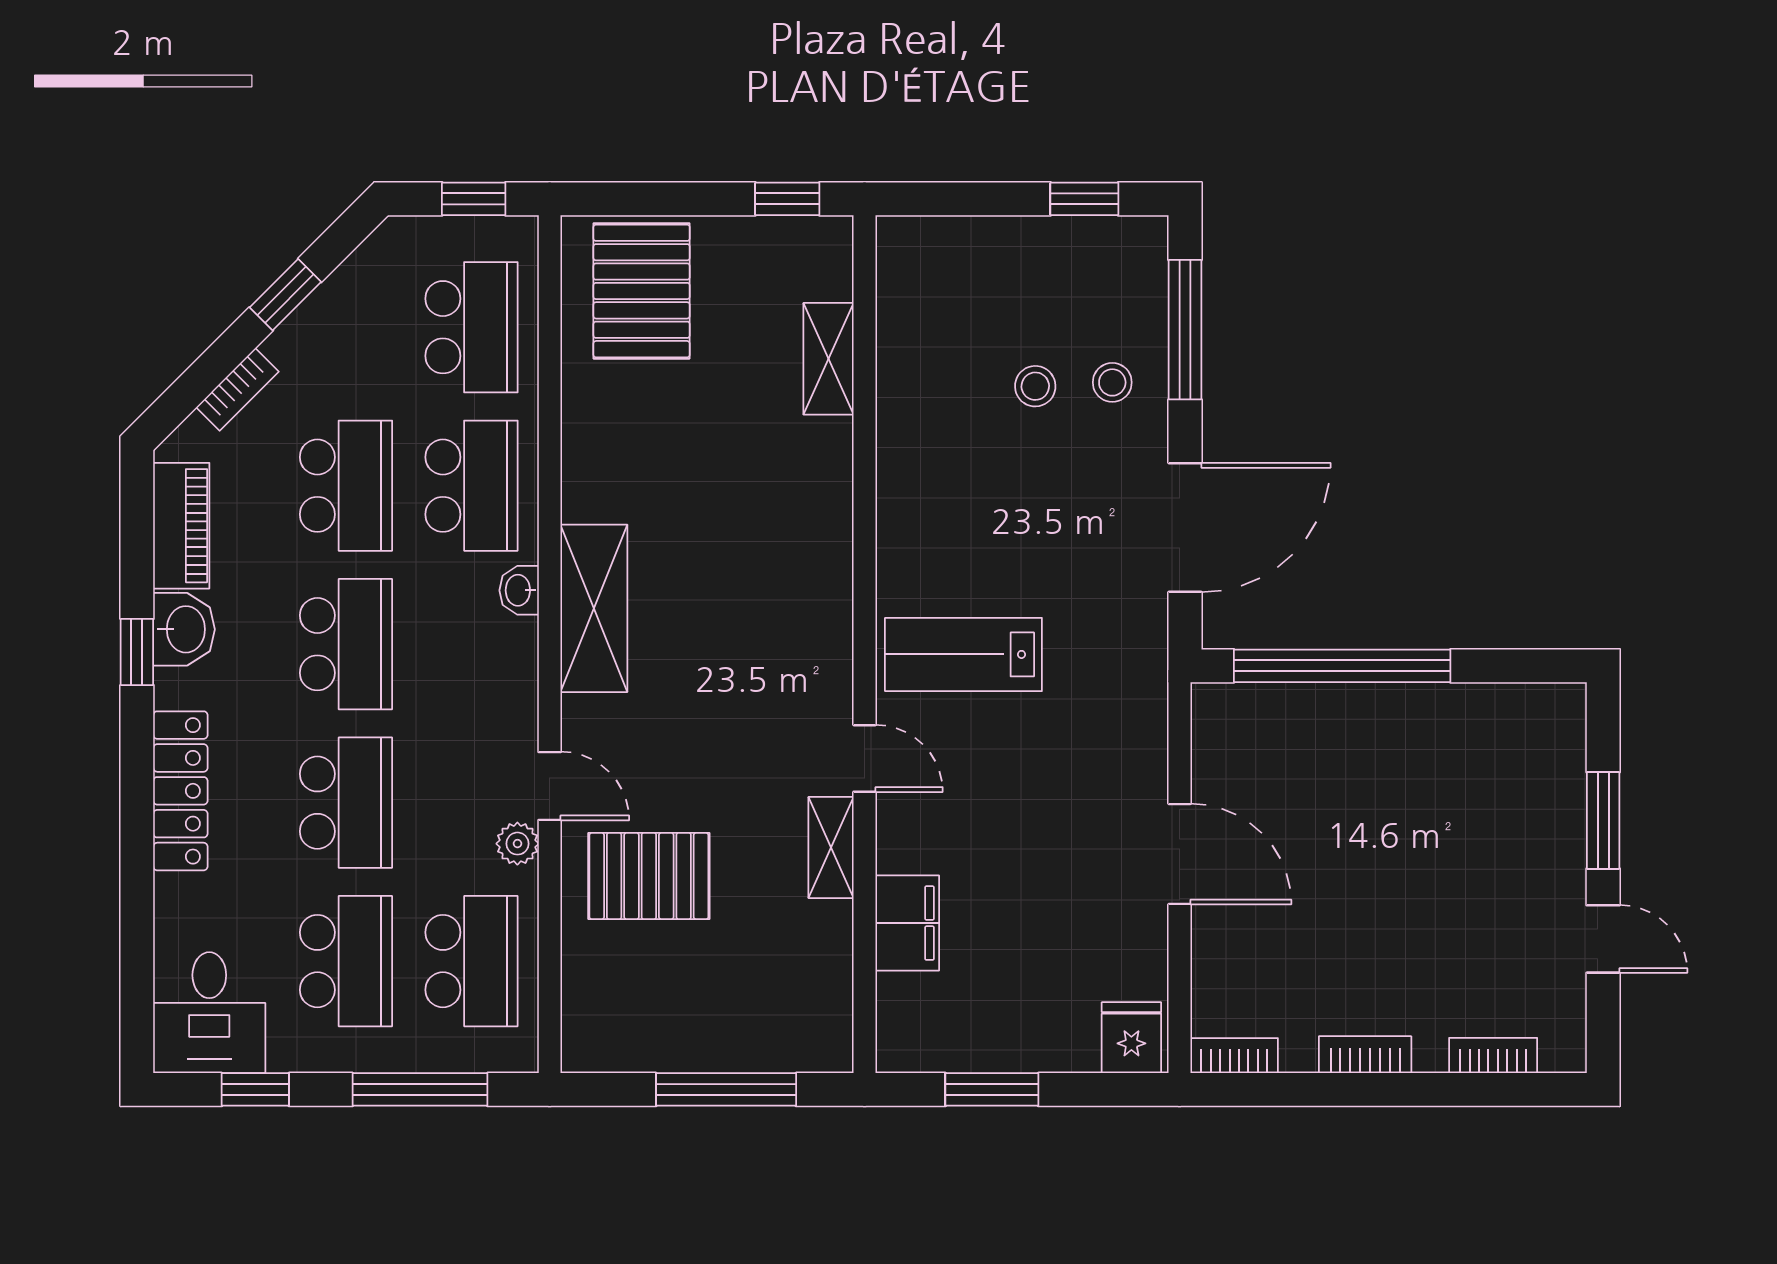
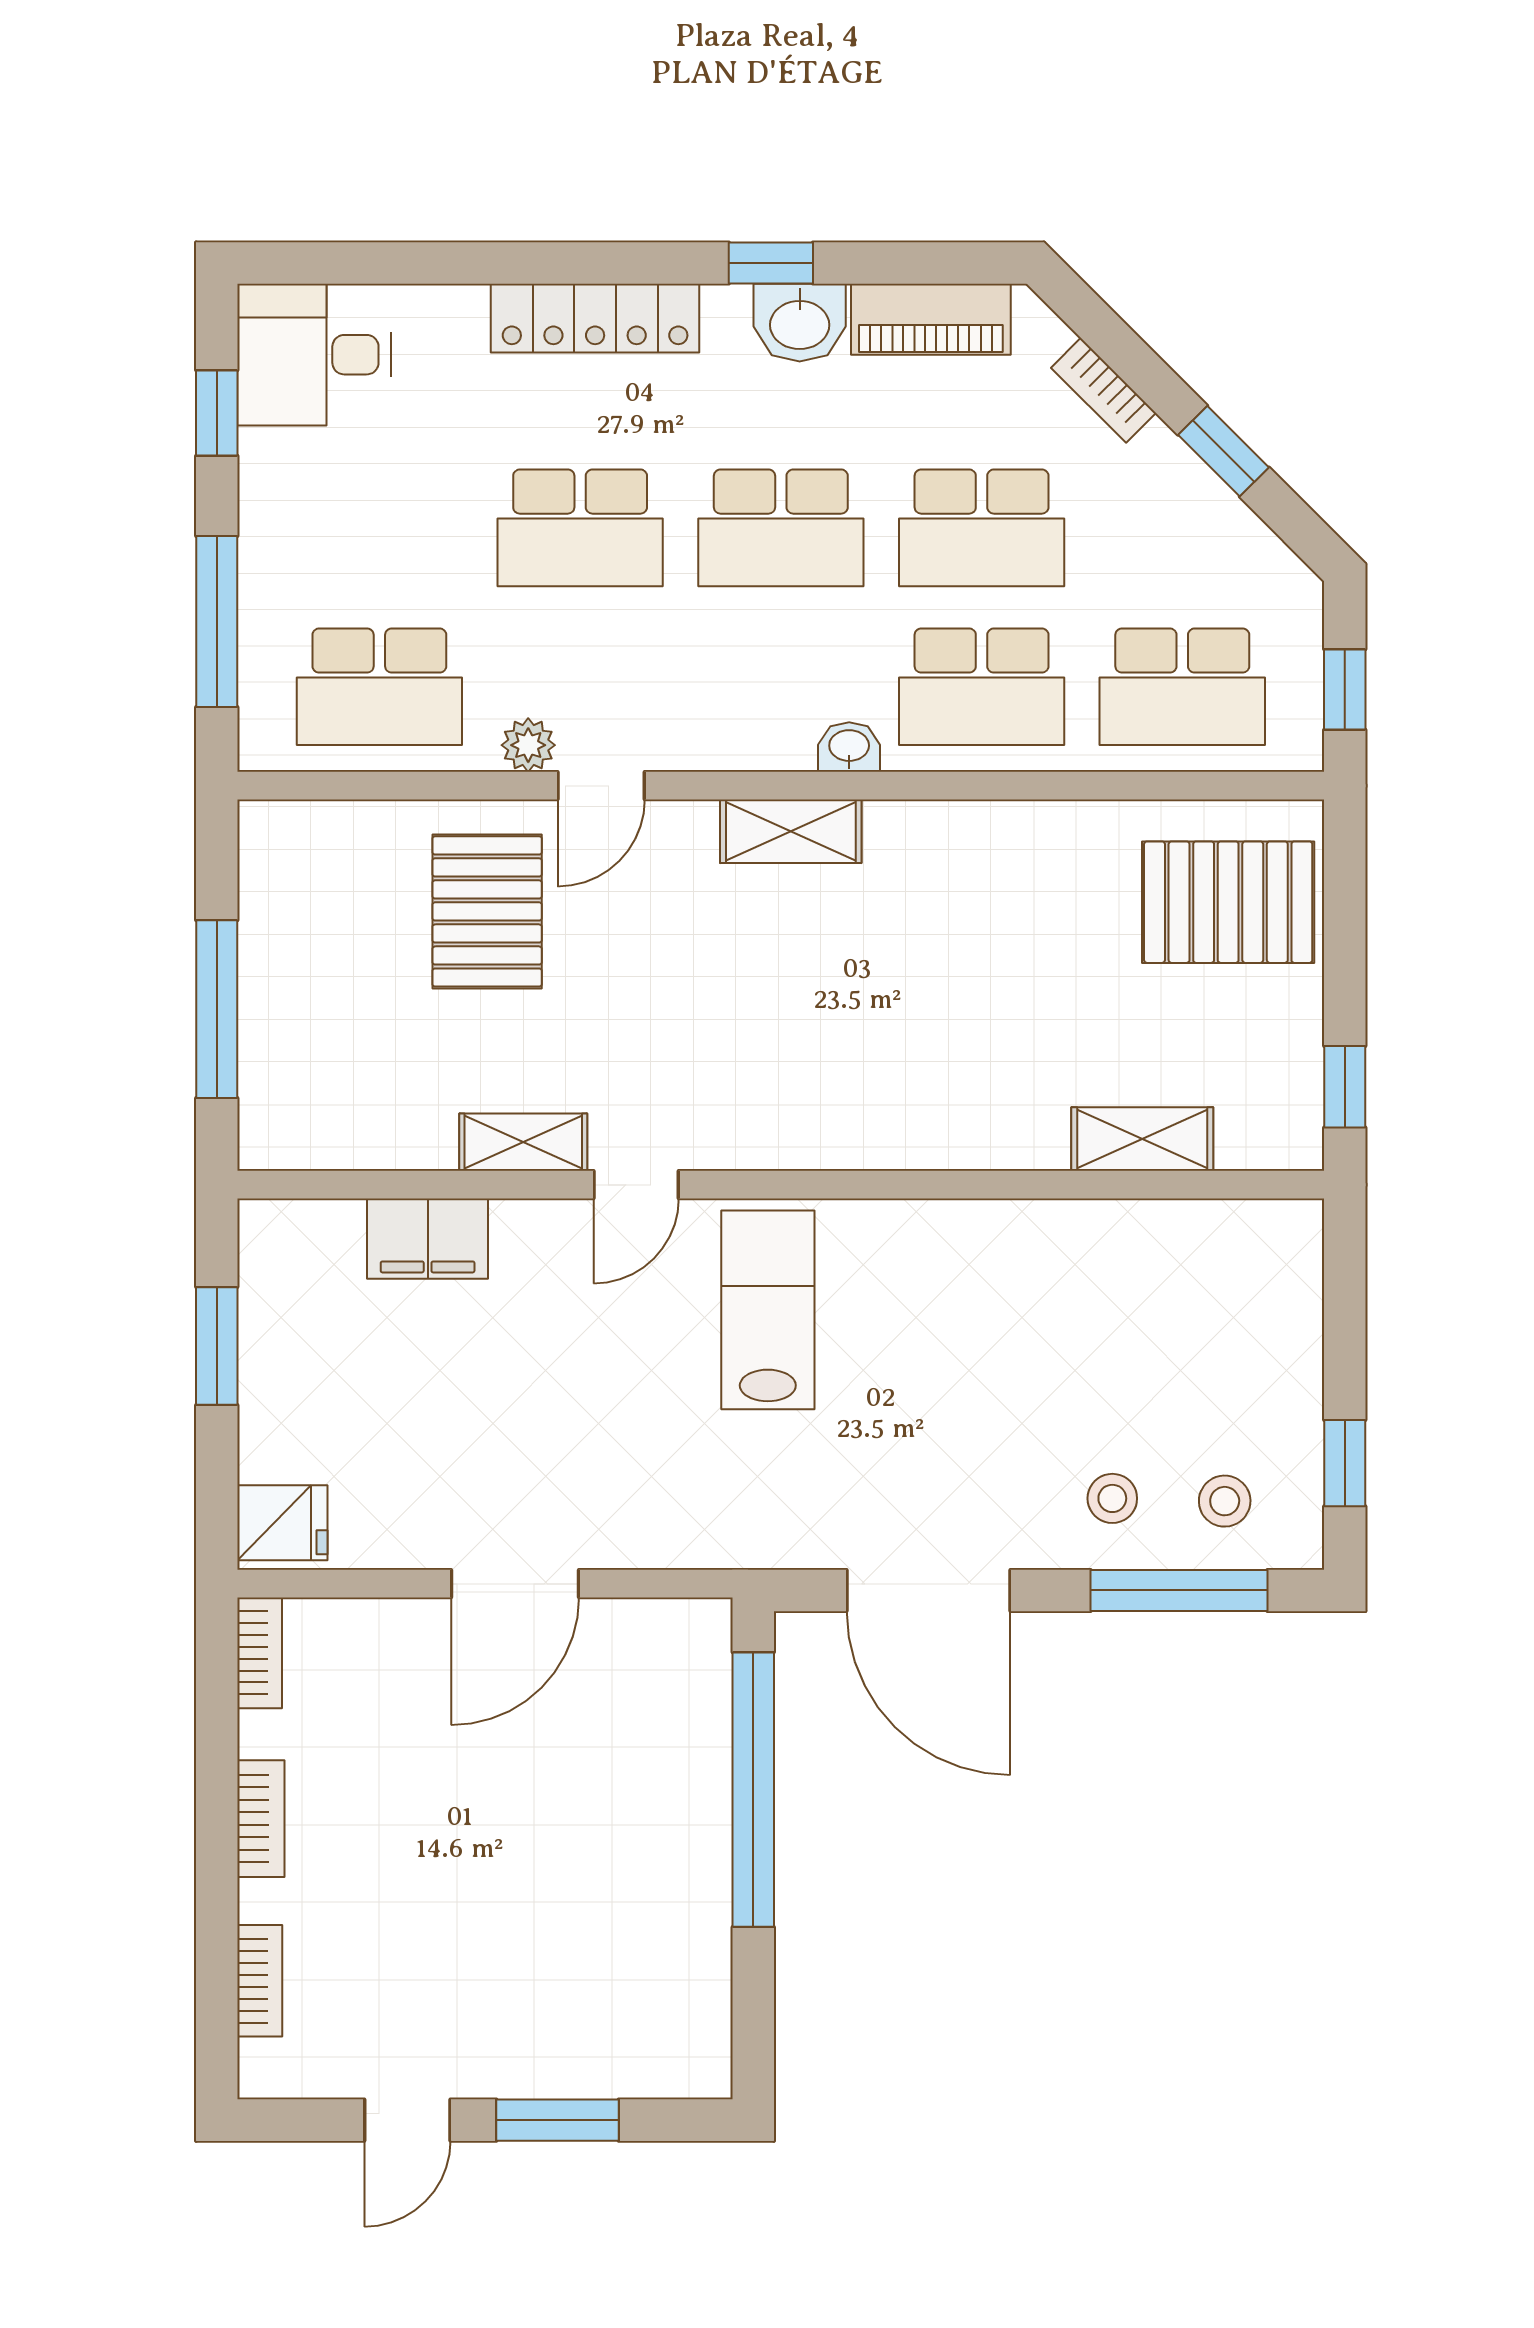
stool: (1035, 386) -> (1225, 1501), moved
shelving: (594, 608) -> (791, 831), width x0.67, depth x0.75
school desk: (346, 961) -> (379, 528), removed

